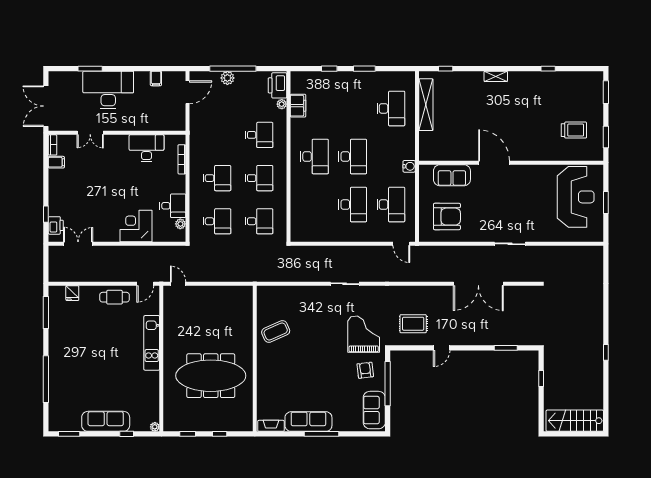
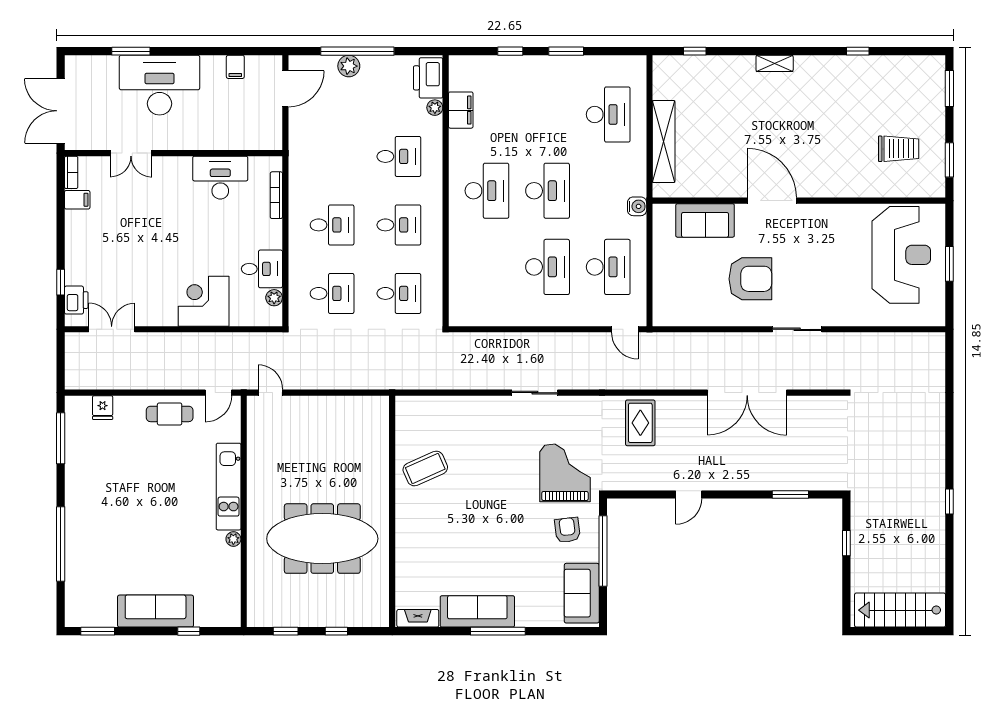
shelving: (426, 105) -> (664, 142), moved
armchair: (447, 217) -> (750, 279), moved
rug: (413, 324) -> (640, 423), moved, turned 90
plant: (155, 427) -> (233, 539), moved

